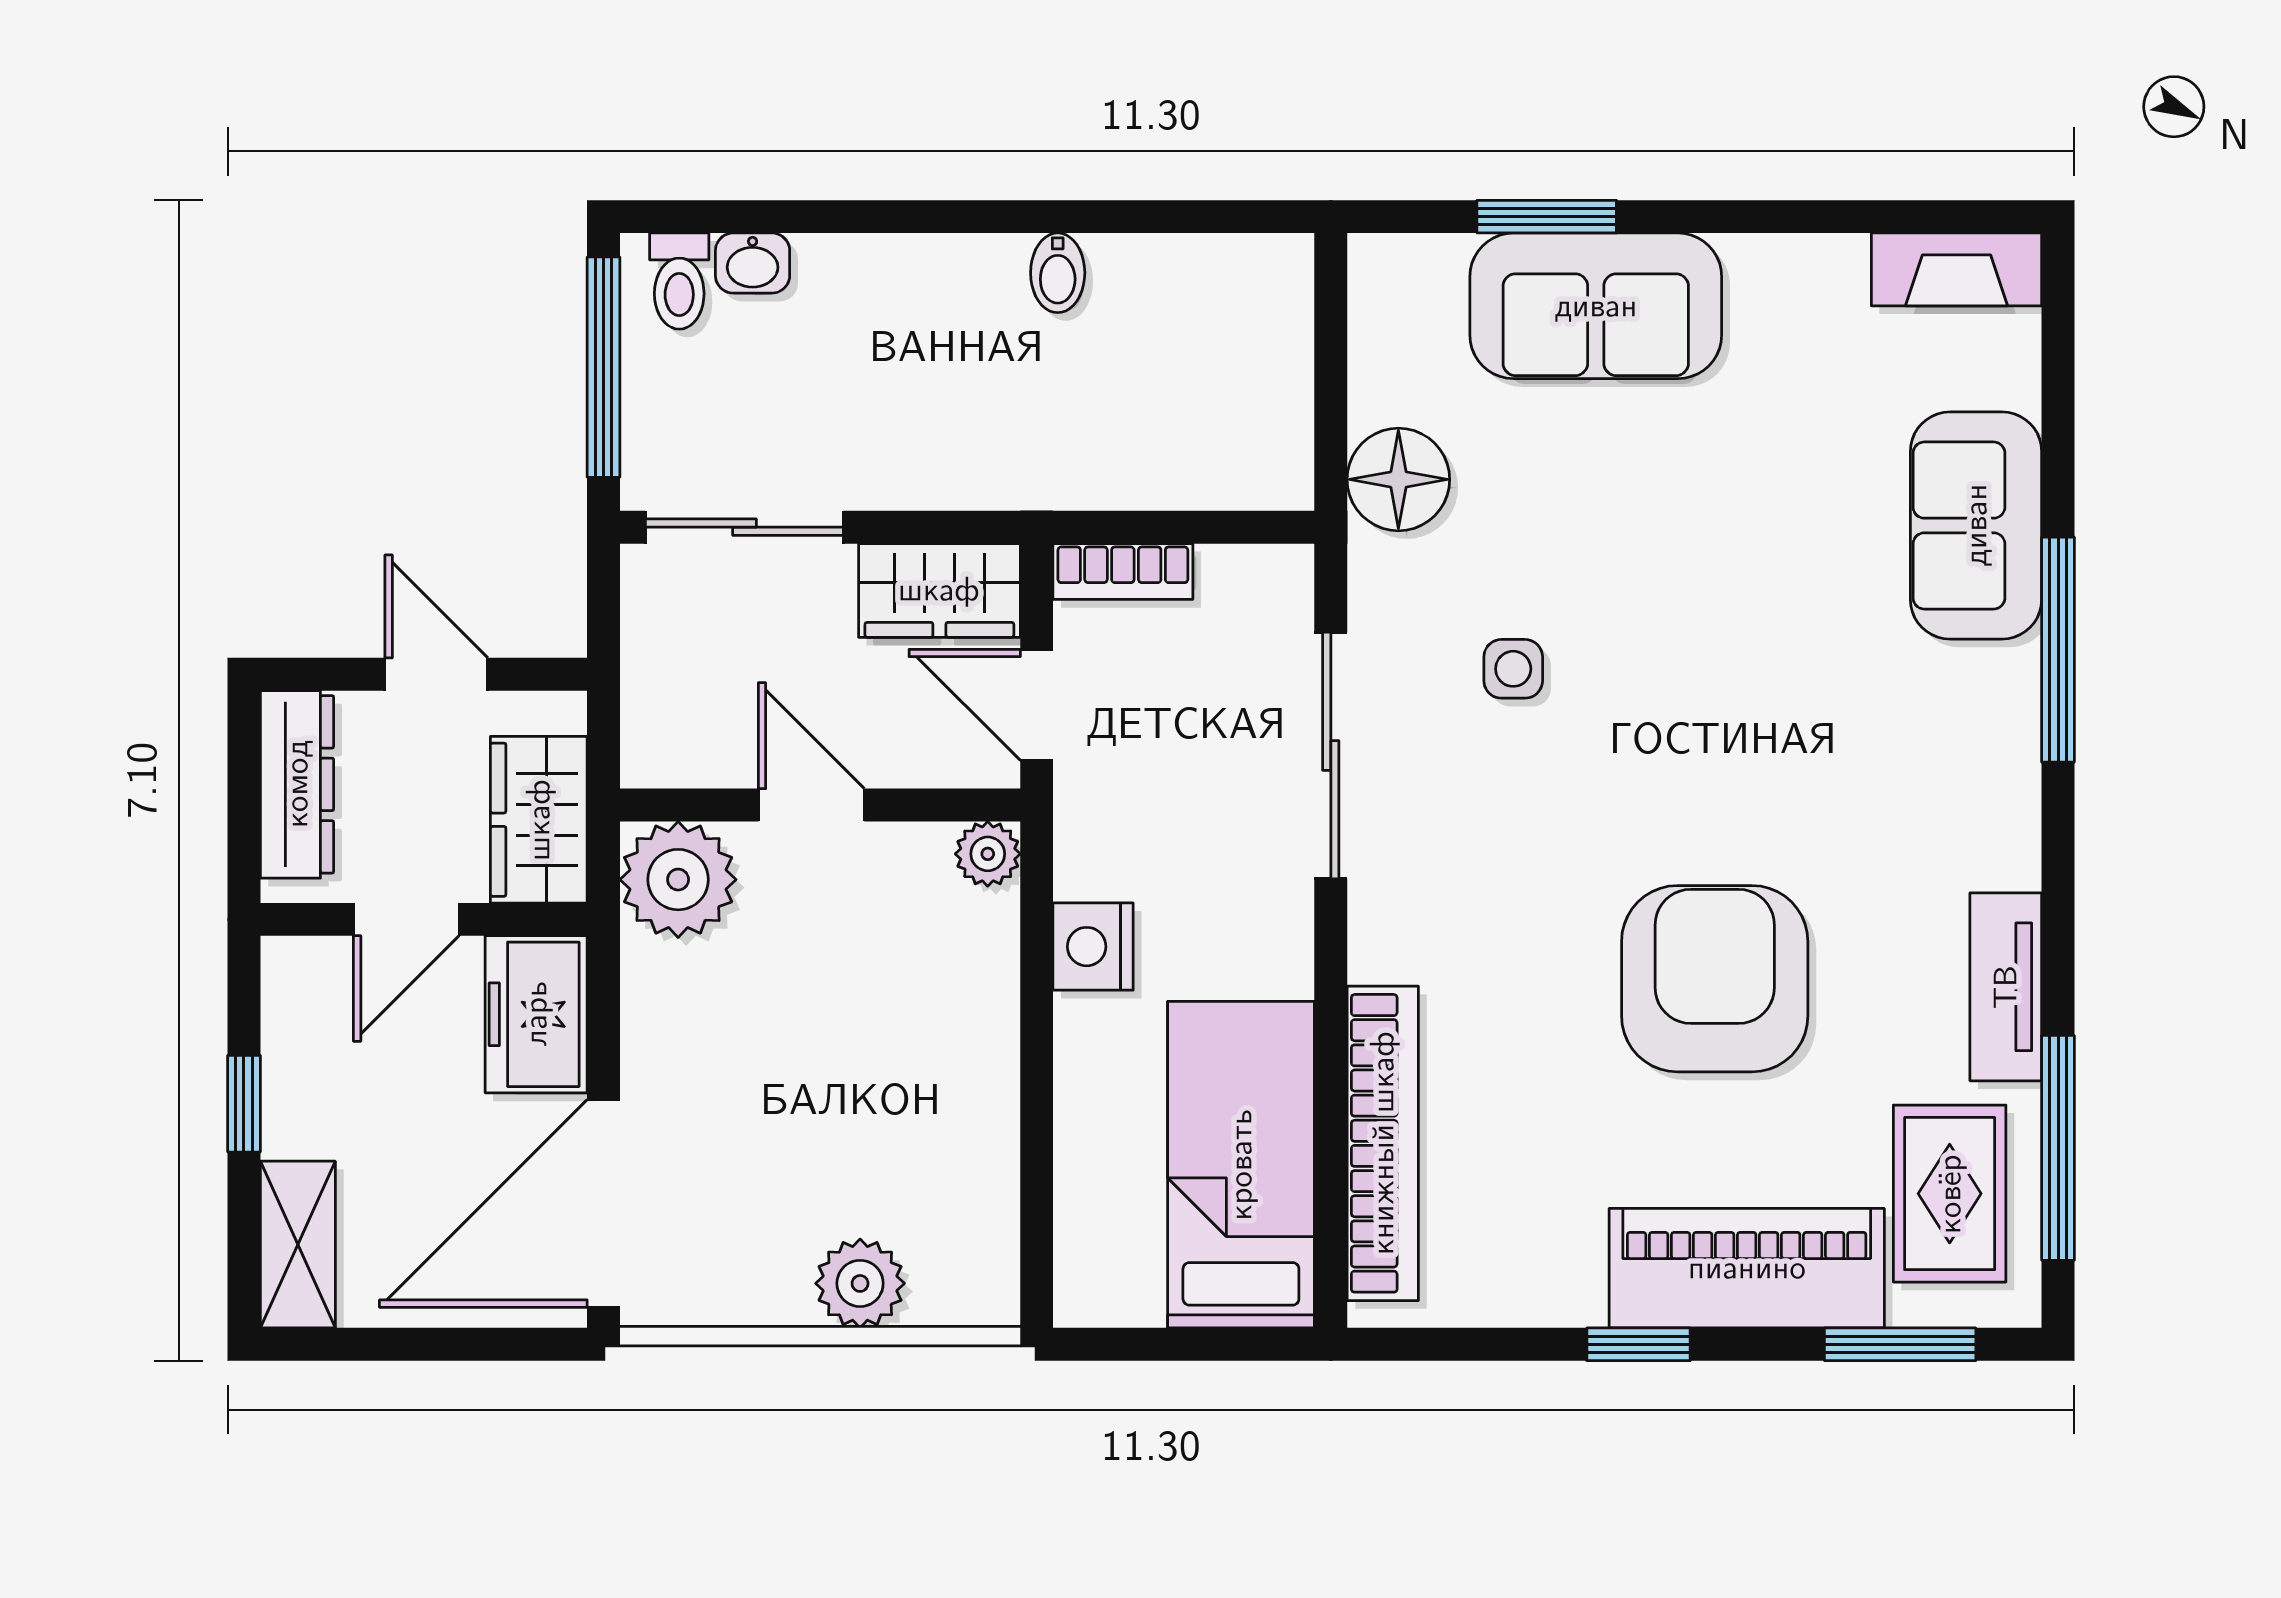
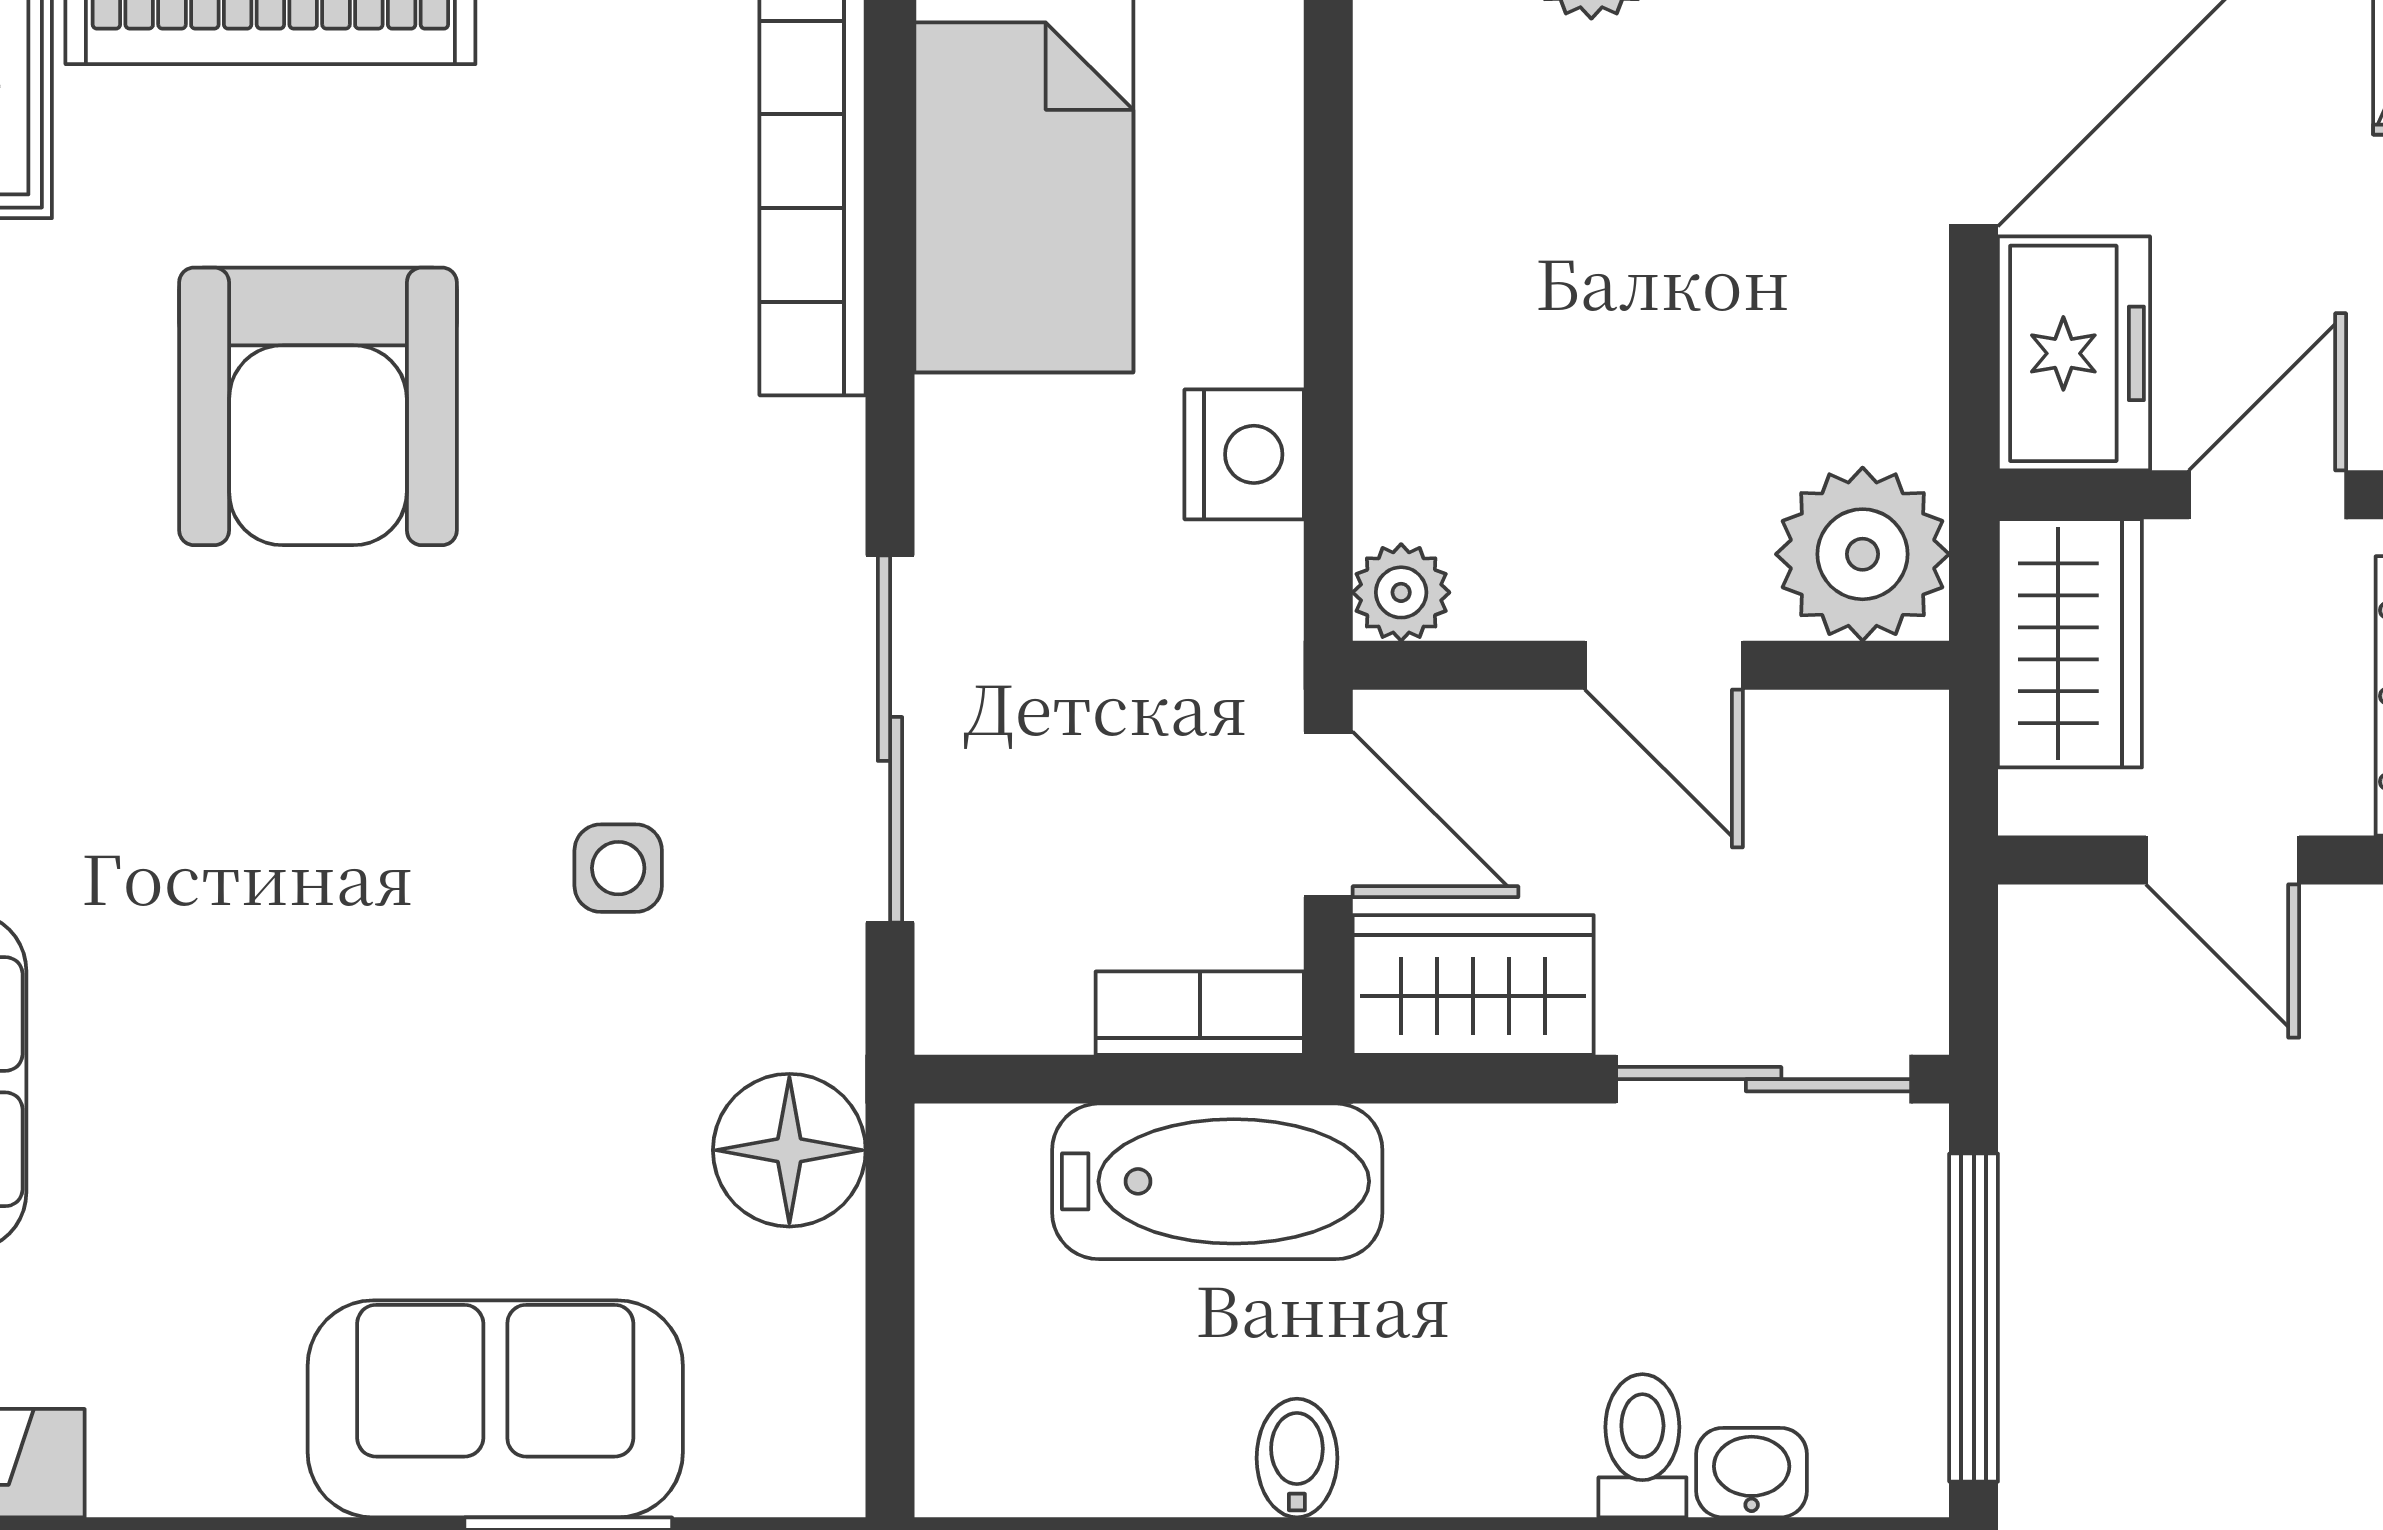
toilet: (679, 281) -> (1642, 1446), moved
bathtub: (1111, 459) -> (1217, 1181), added

